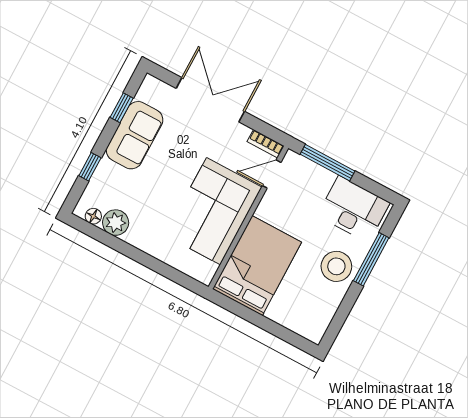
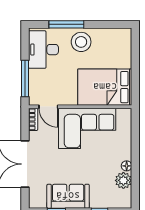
floor lamp: (93, 216) -> (127, 166), moved

